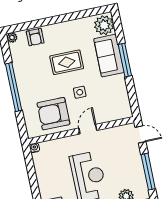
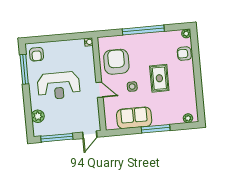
plant: (104, 25) -> (188, 118), width x0.53, depth x0.53
sofa: (109, 56) -> (134, 118), moved

